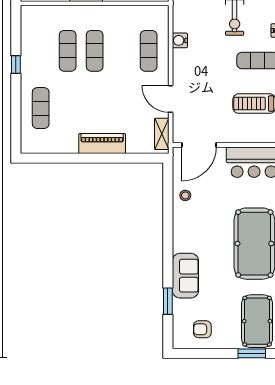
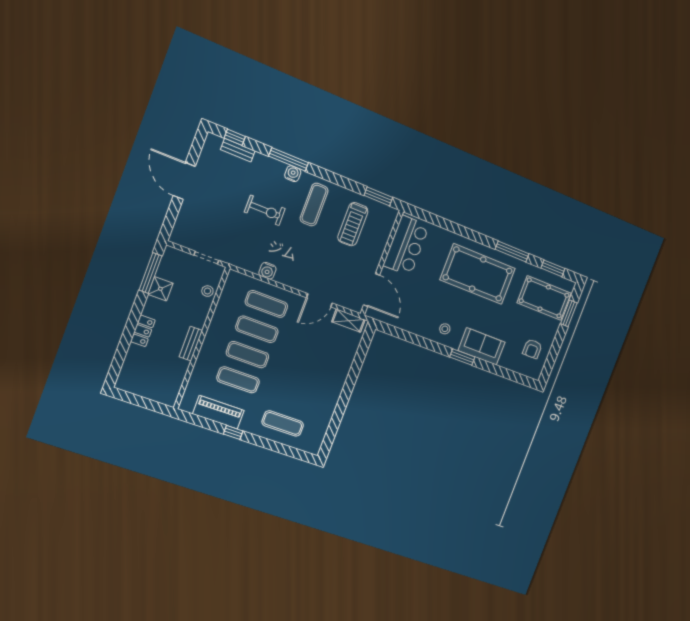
exercise mat: (122, 51) -> (257, 329), added
piano: (102, 144) -> (218, 412), moved, turned 90
stool: (185, 195) -> (445, 329), moved
window: (168, 301) -> (462, 357), moved

